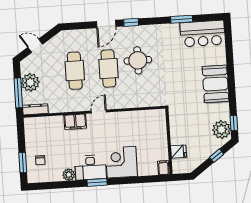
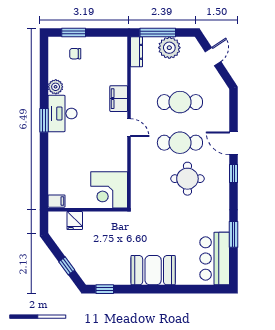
plant: (222, 130) -> (98, 274), removed
corner desk: (121, 162) -> (109, 190), moved, turned 180

